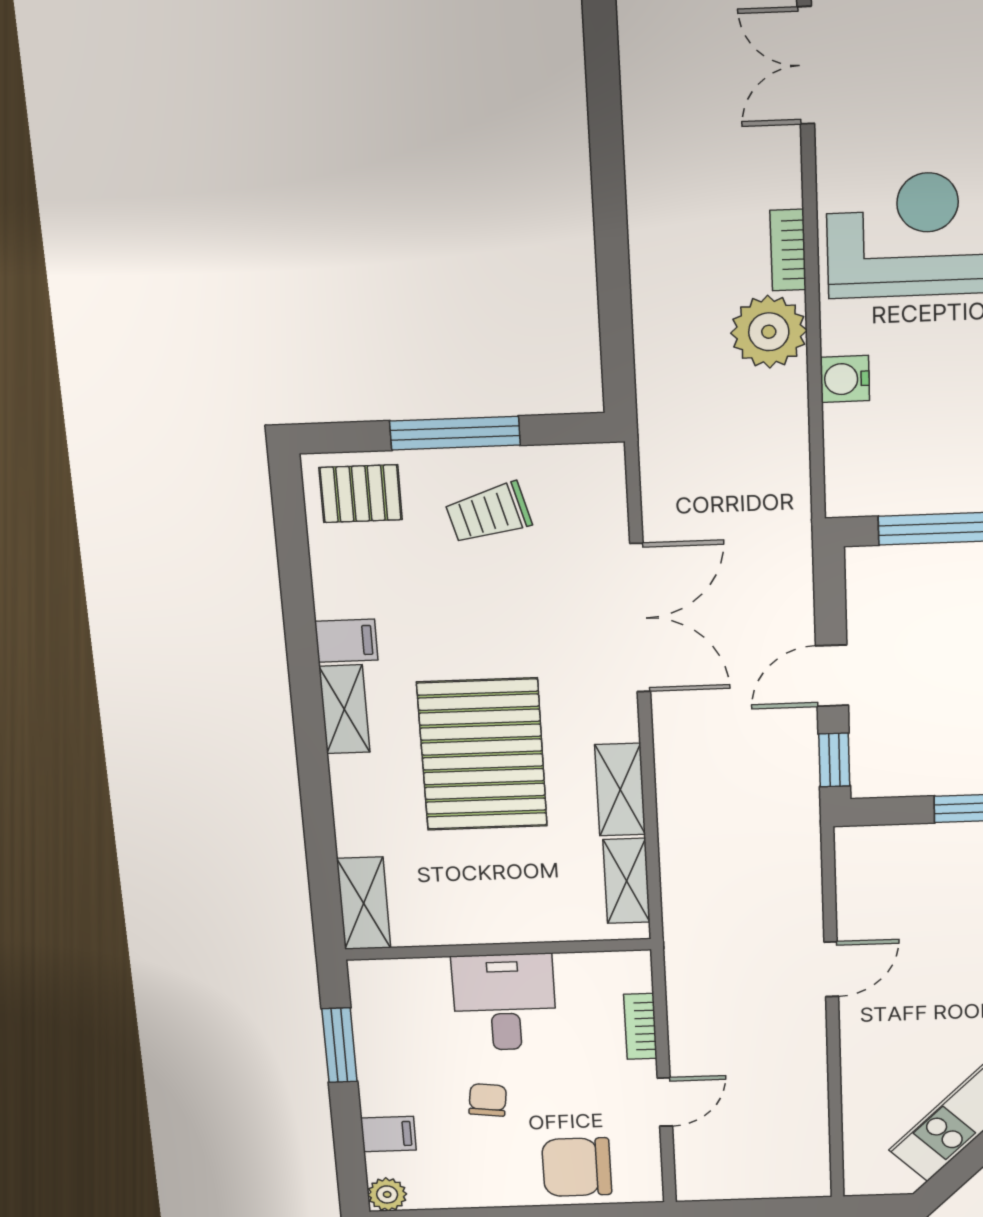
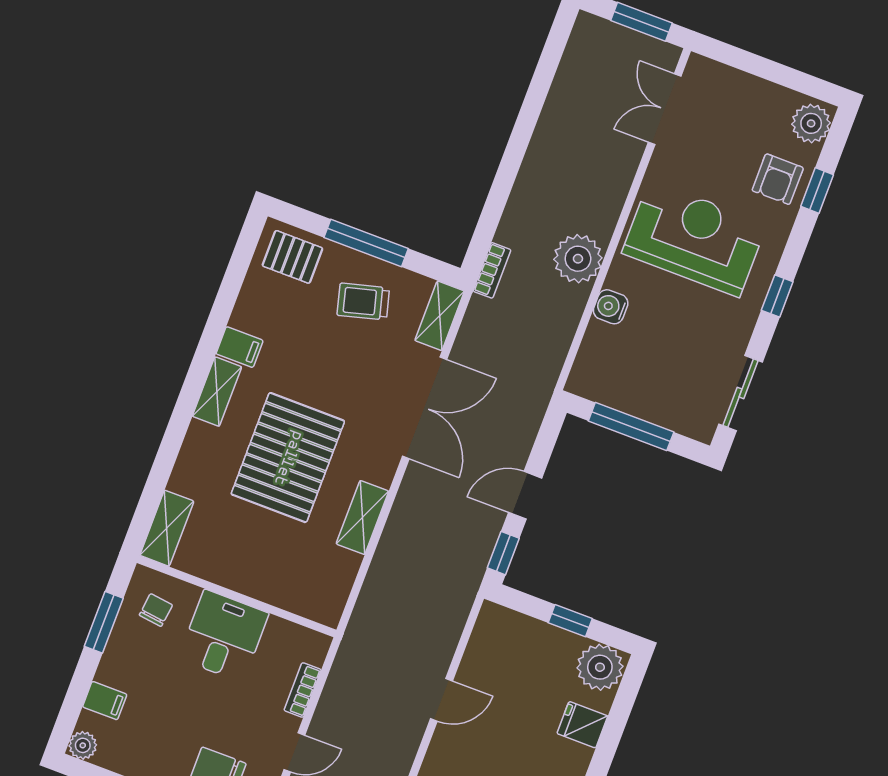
bookcase: (788, 250) -> (492, 270), moved, turned 180
shelving: (626, 881) -> (440, 316), moved
chair: (488, 1100) -> (156, 610), moved

